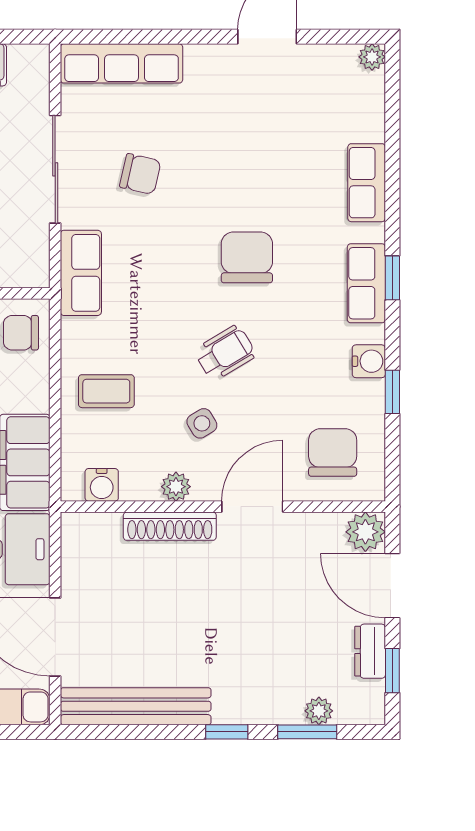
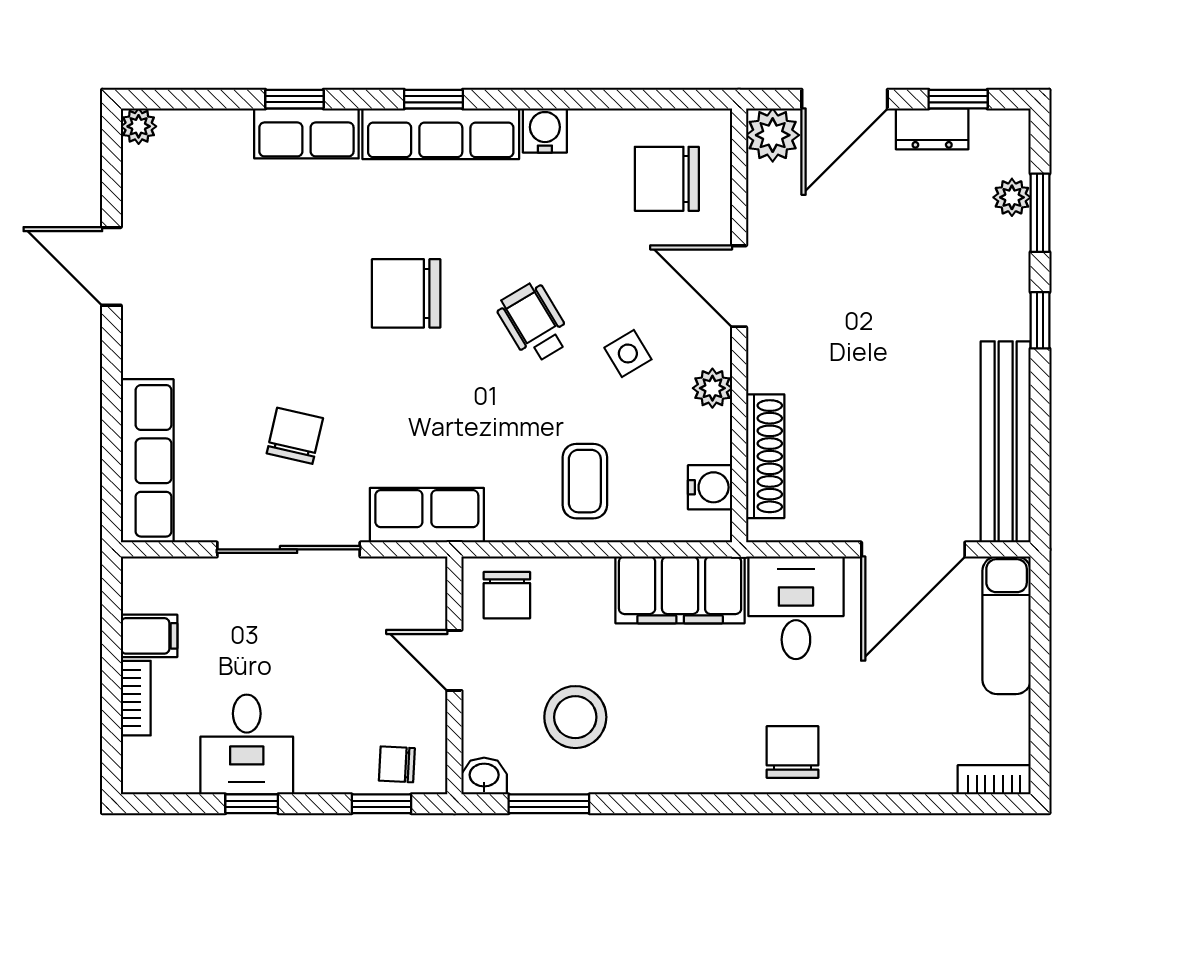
row of seats: (366, 283) -> (441, 134), width x1.48
window: (392, 392) -> (294, 99), moved
shoe rack: (170, 526) -> (765, 456), moved

